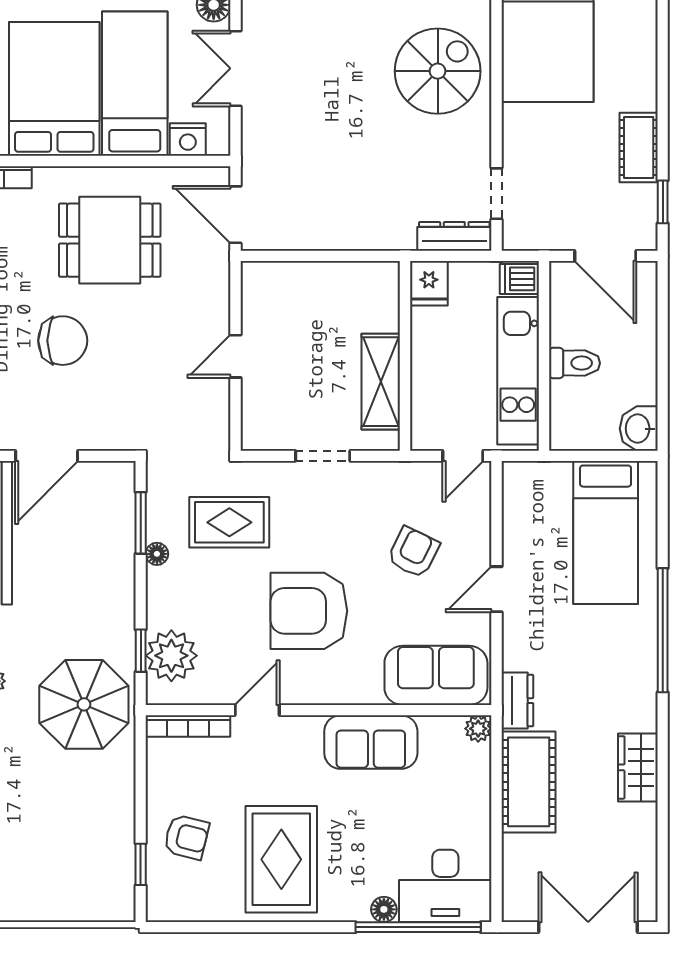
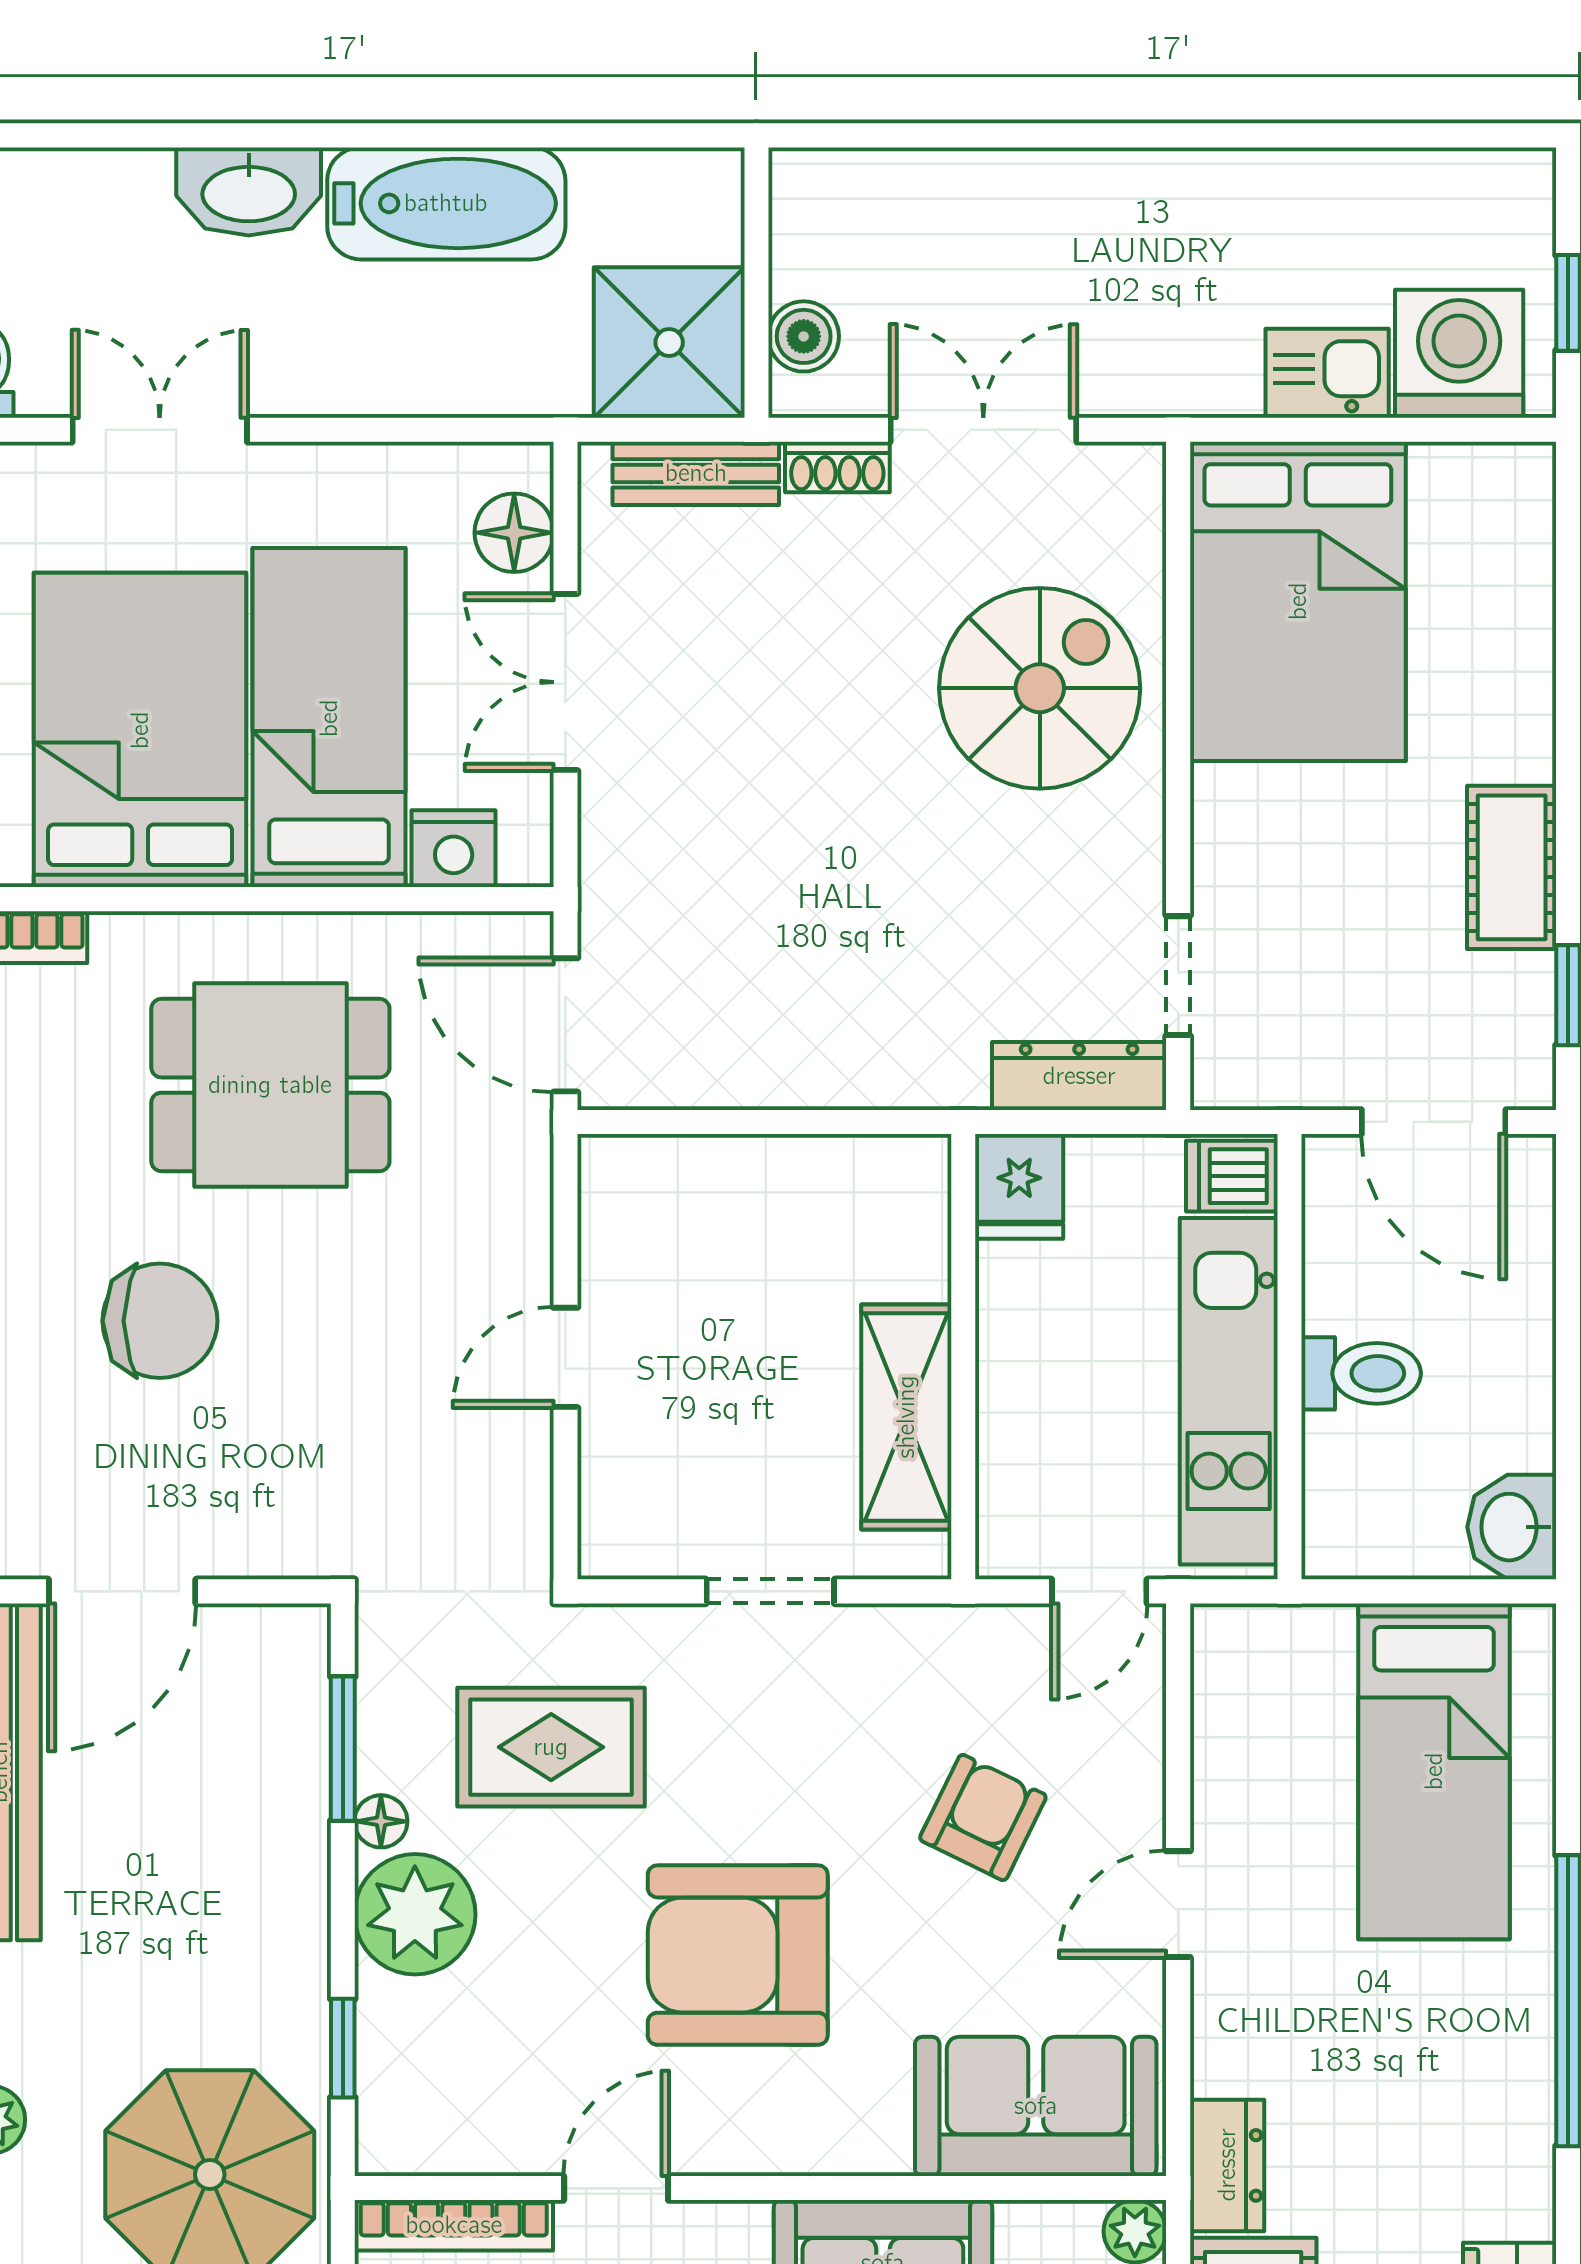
plant: (171, 656) -> (415, 1914), moved

